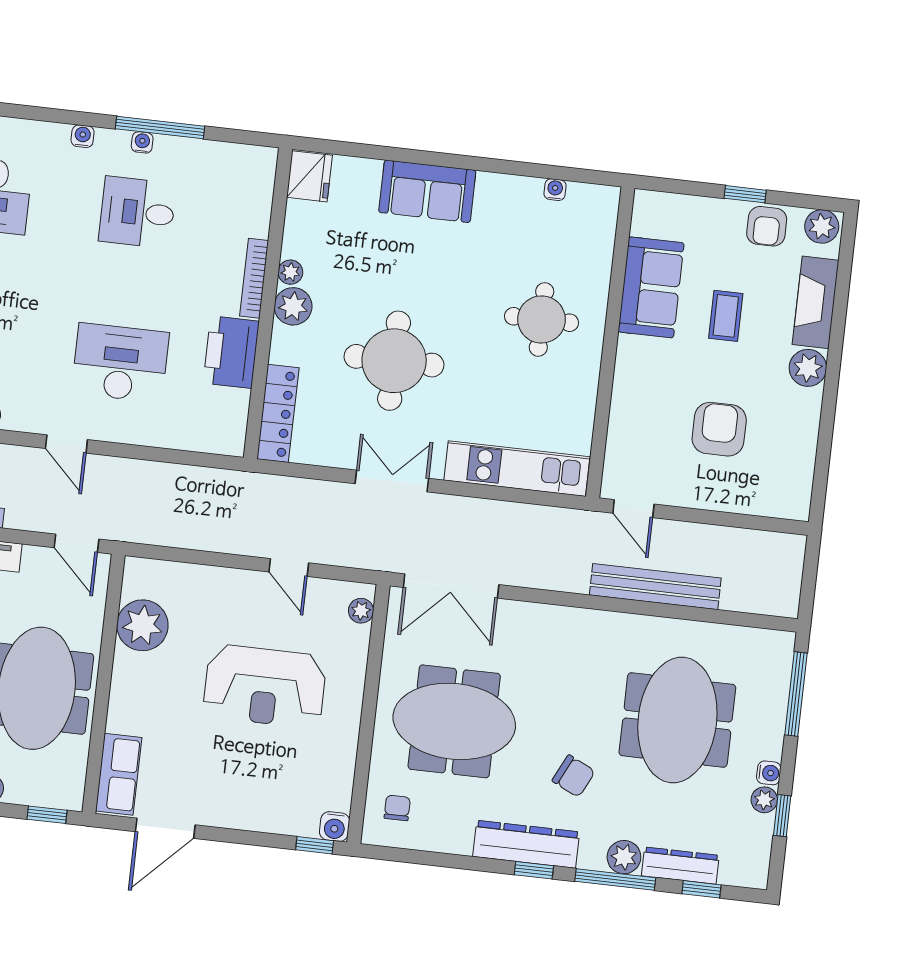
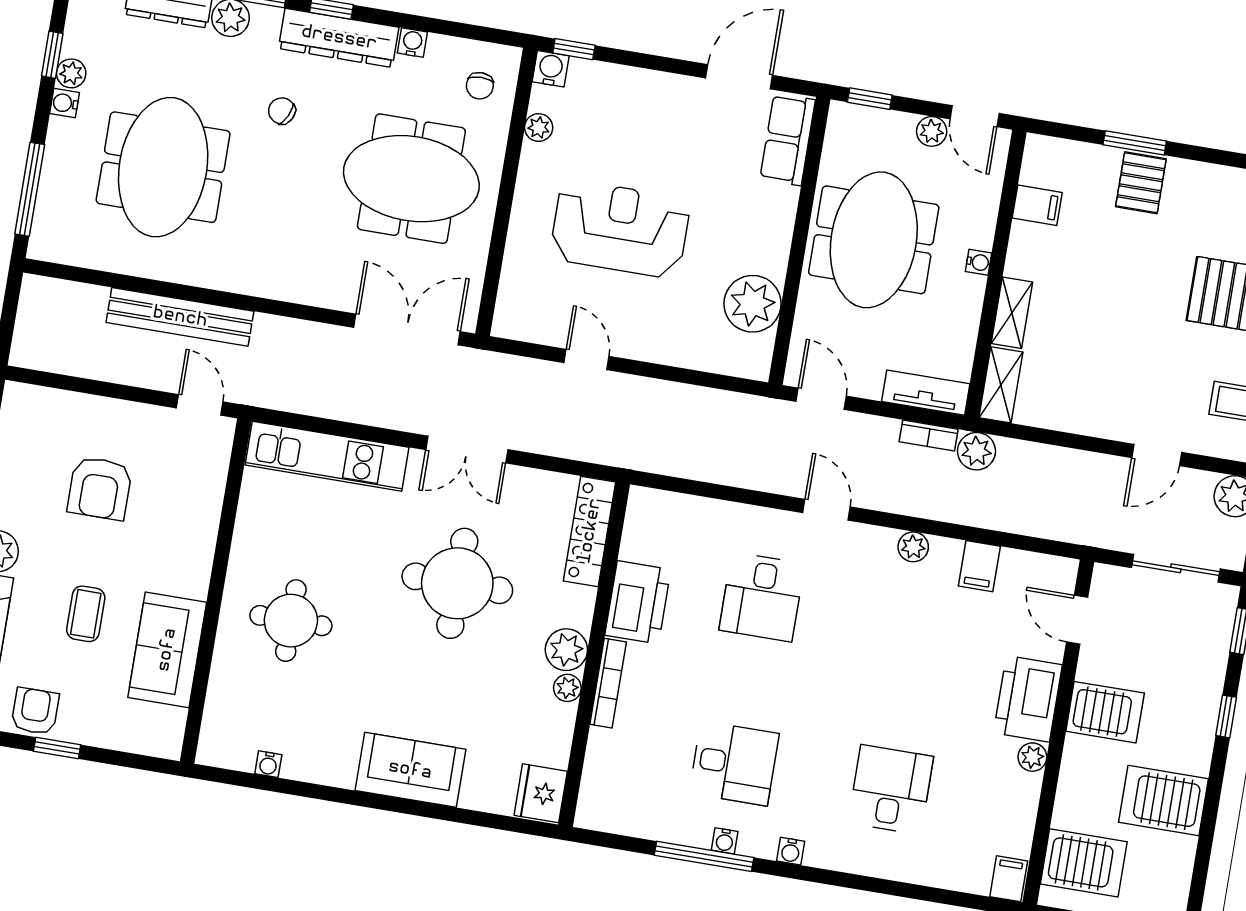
desk: (120, 363) -> (762, 597), width x0.73
plant: (361, 611) -> (539, 128), moved
chair: (574, 776) -> (282, 111), width x0.73, depth x0.73
water cooler: (460, 844) -> (412, 43), added

